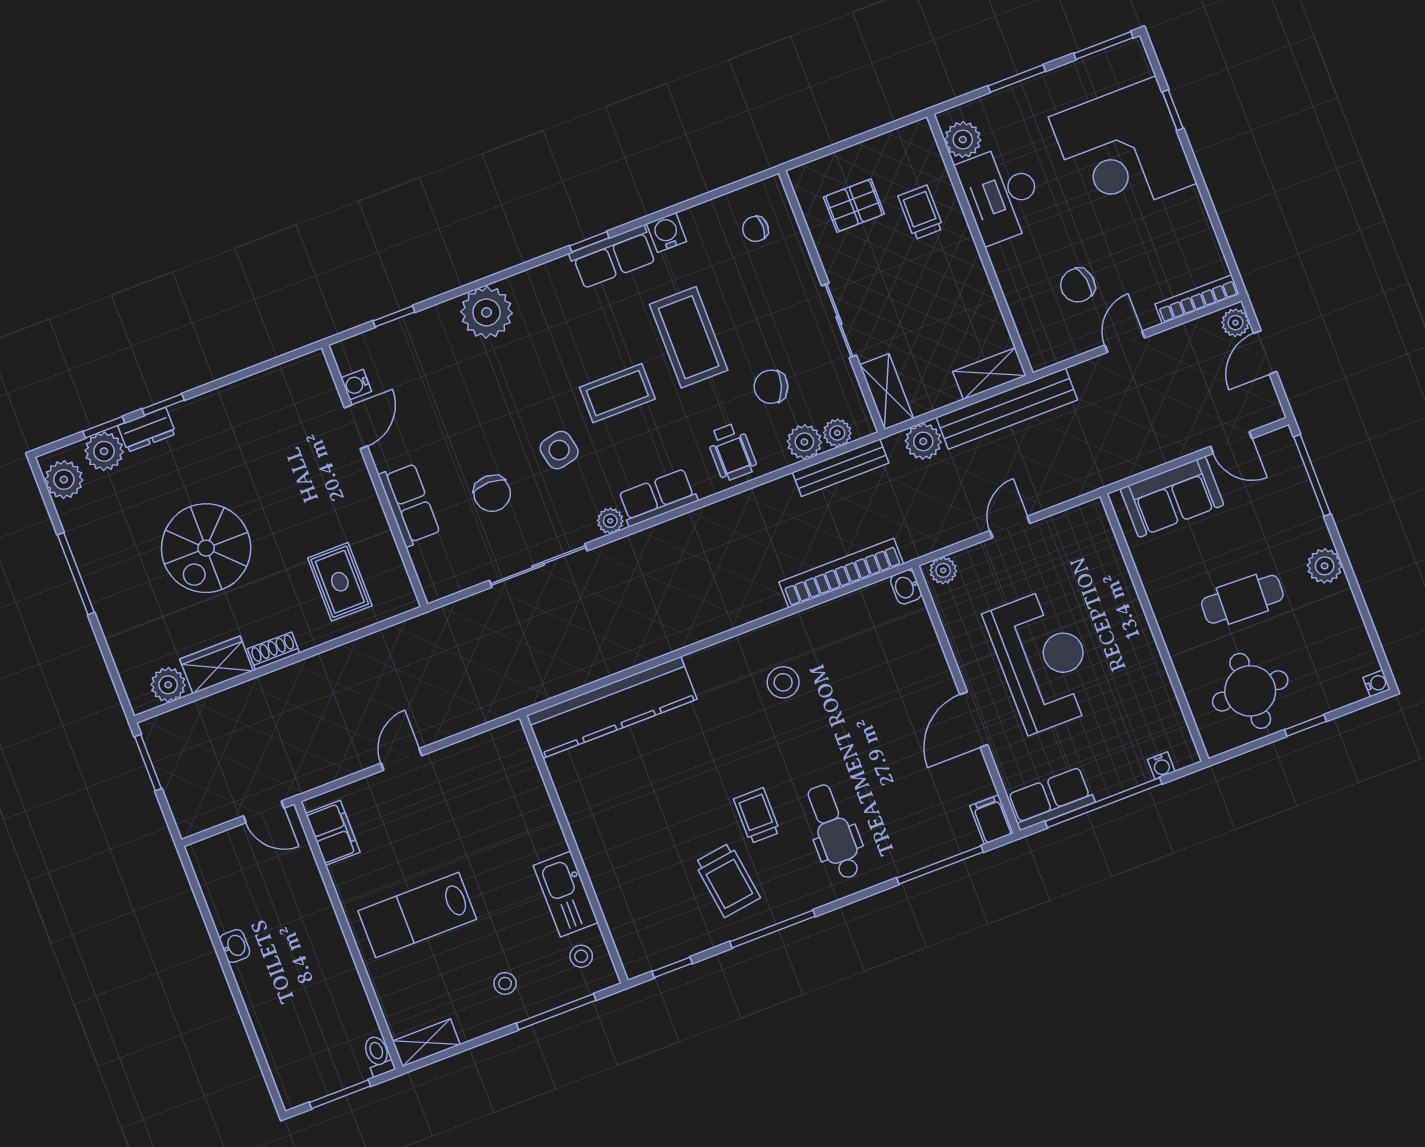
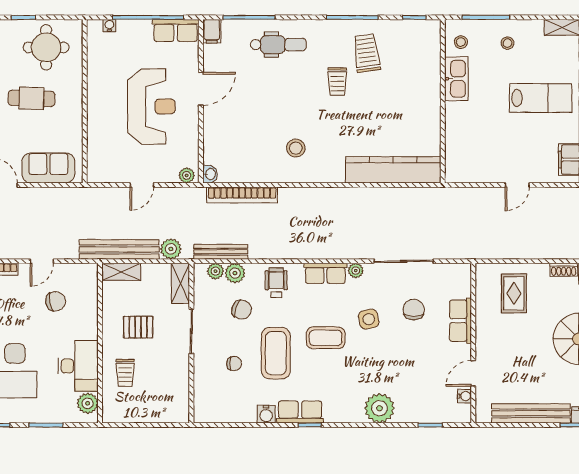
pallet: (854, 206) -> (138, 327), moved
chair: (755, 229) -> (234, 364), moved
bench: (238, 398) -> (531, 413), added
reception desk: (1043, 660) -> (151, 106), turned 180
dental chair: (834, 832) -> (278, 45), moved, turned -90

